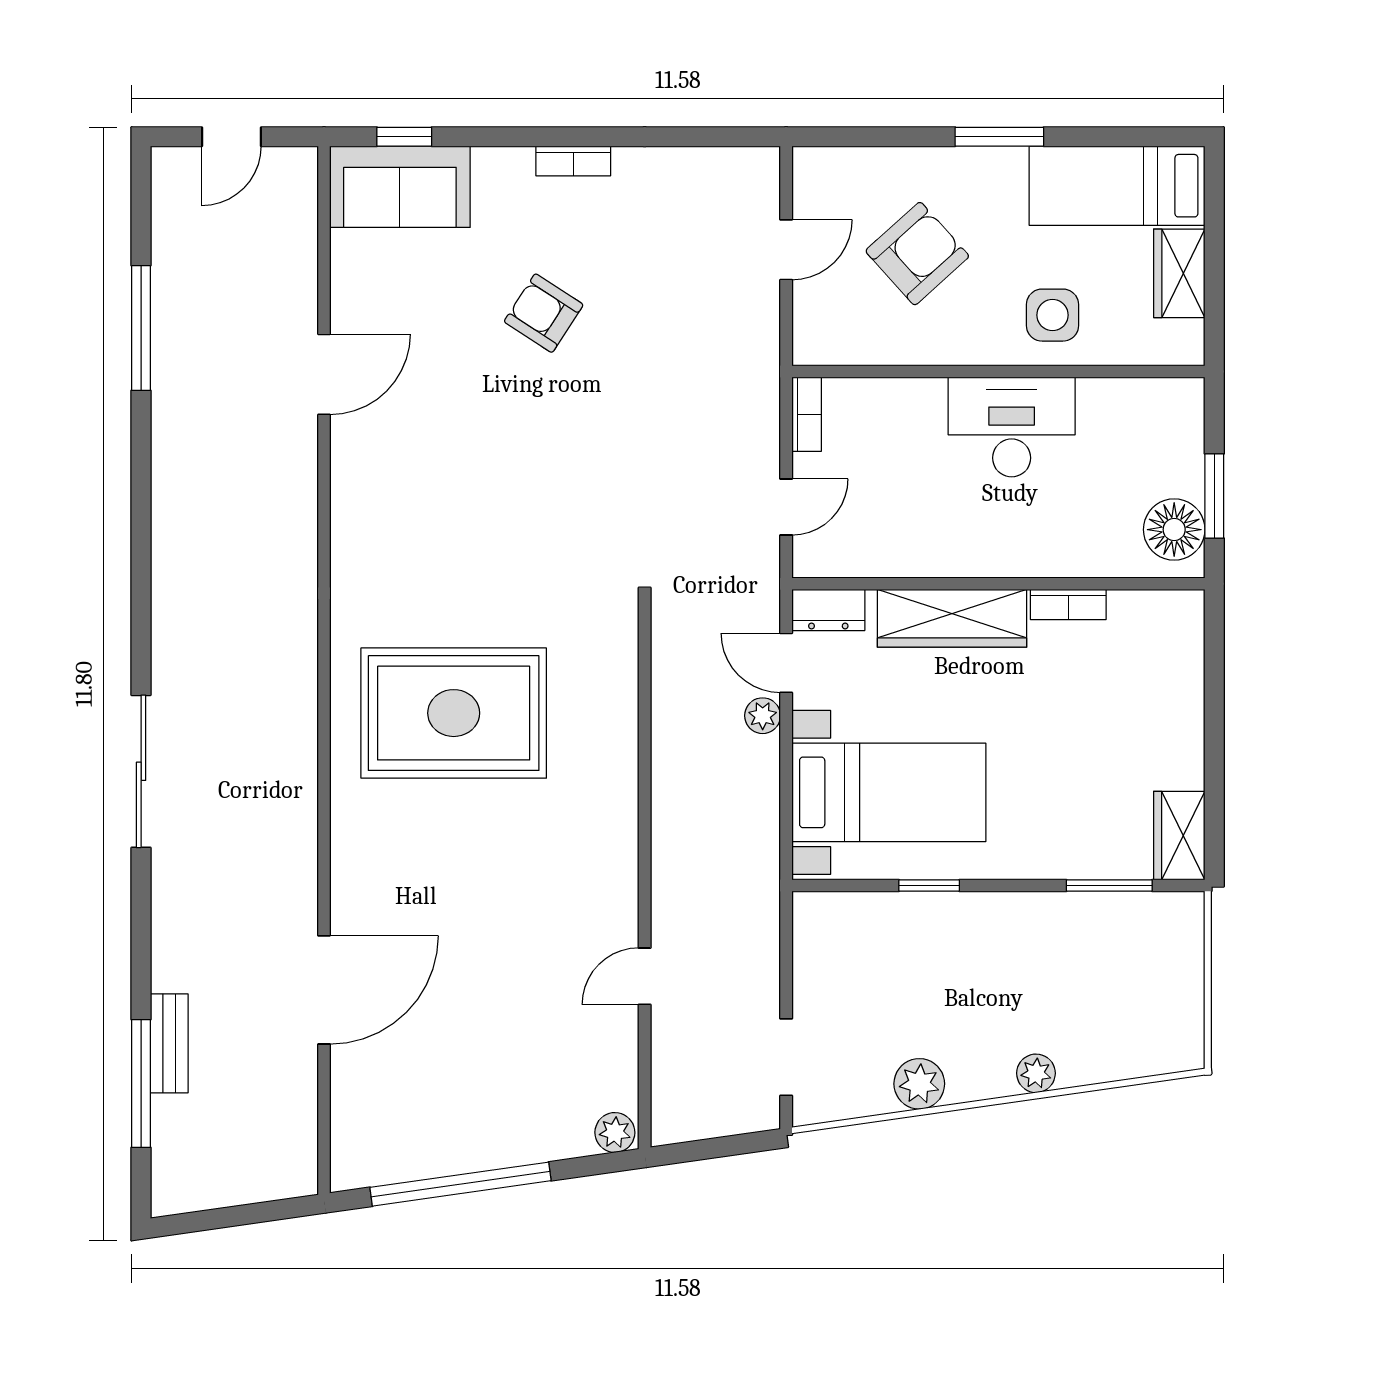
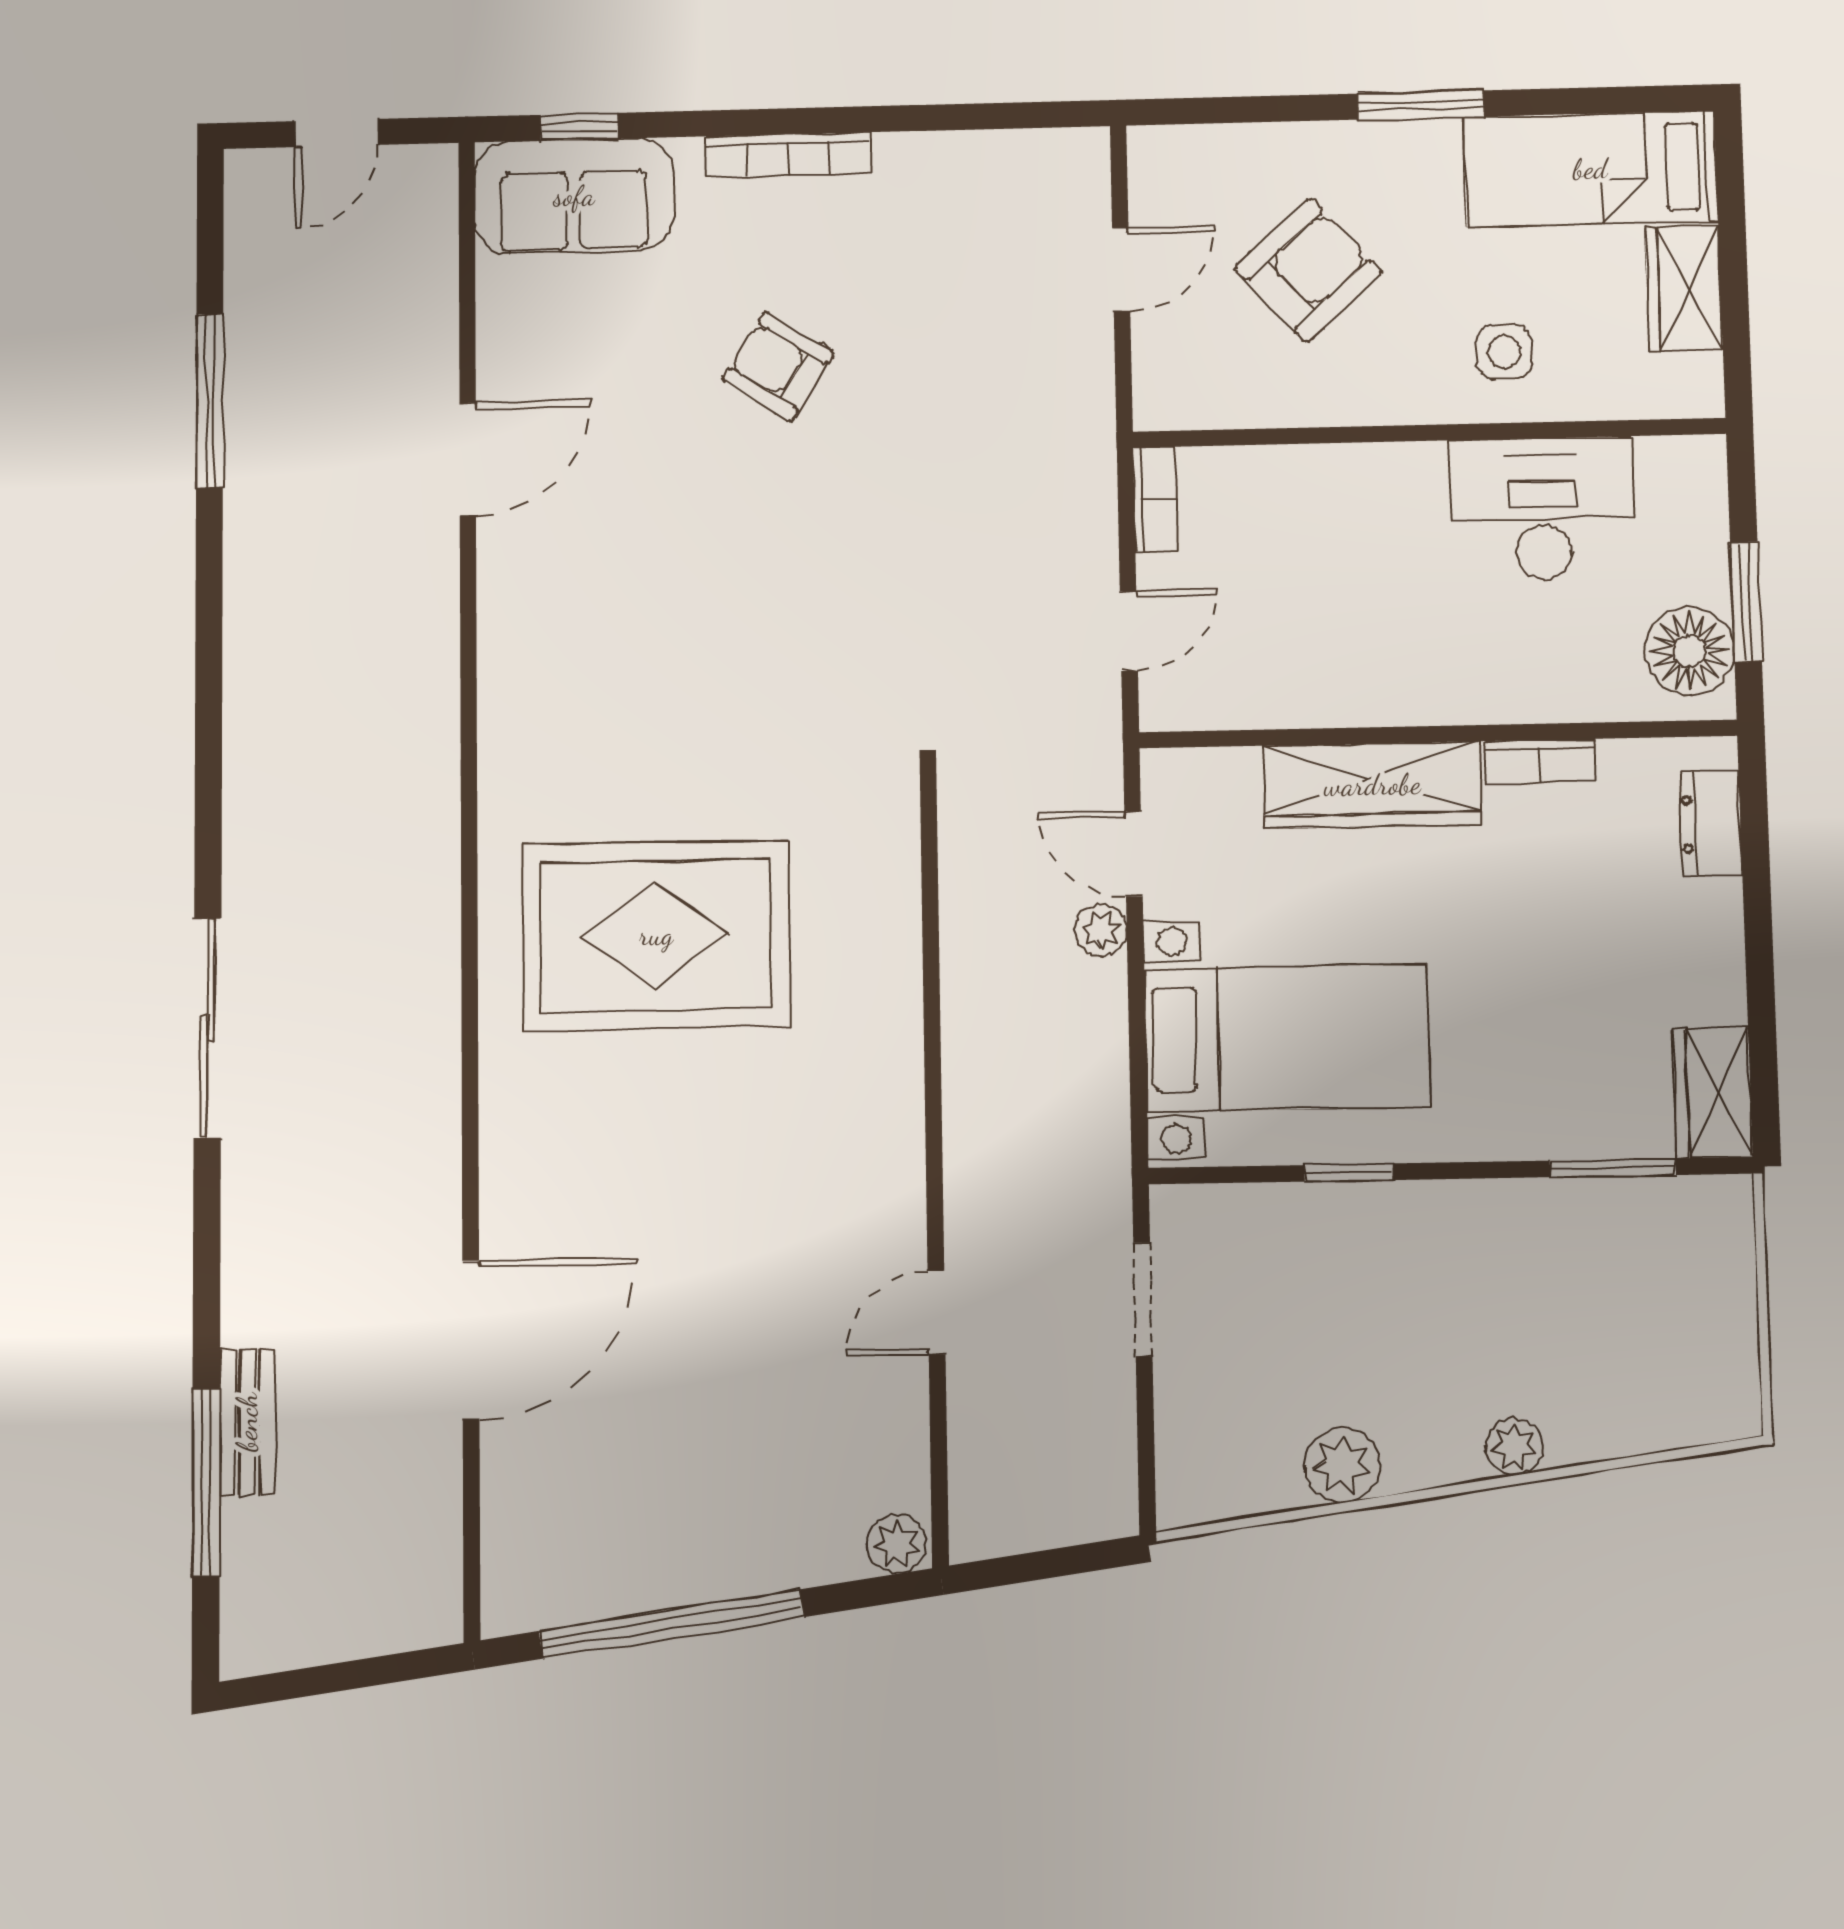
bookcase: (573, 161) -> (788, 155), width x1.56
side table: (1052, 315) -> (1504, 352), width x0.73, depth x0.73
desk: (1012, 427) -> (1543, 509), moved
dresser: (828, 610) -> (1711, 824), moved, turned 90
doorway: (786, 1057) -> (1143, 1299), moved

